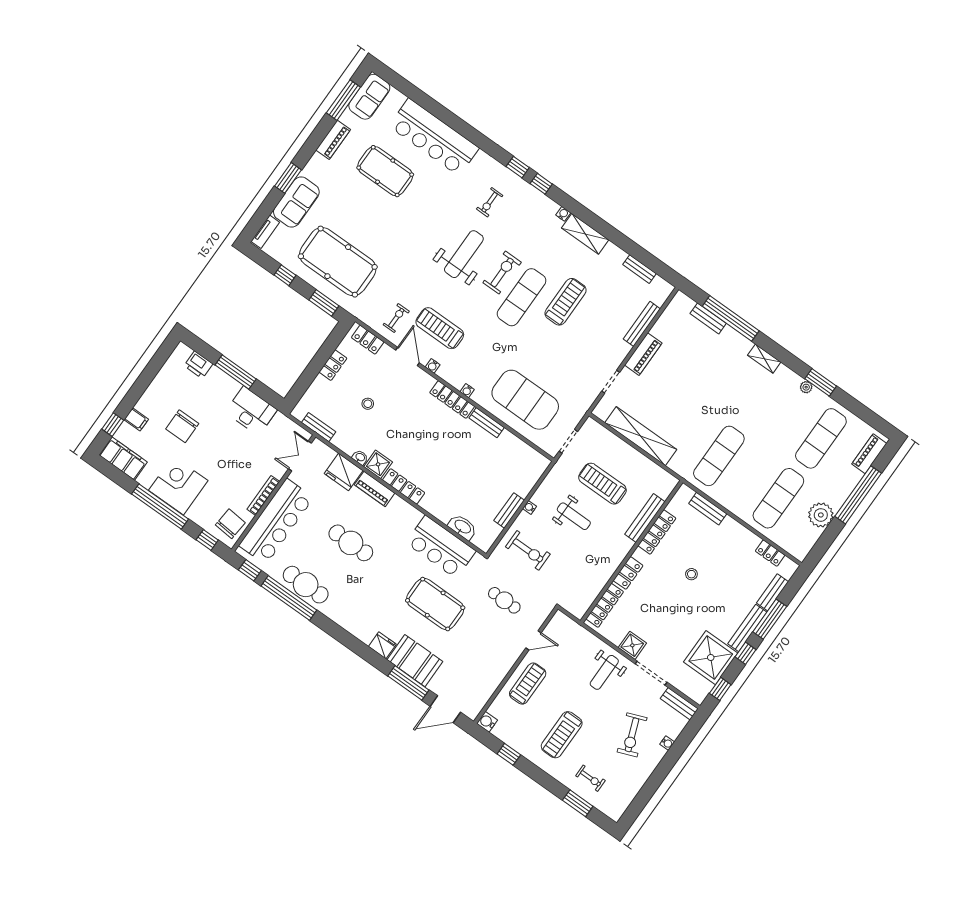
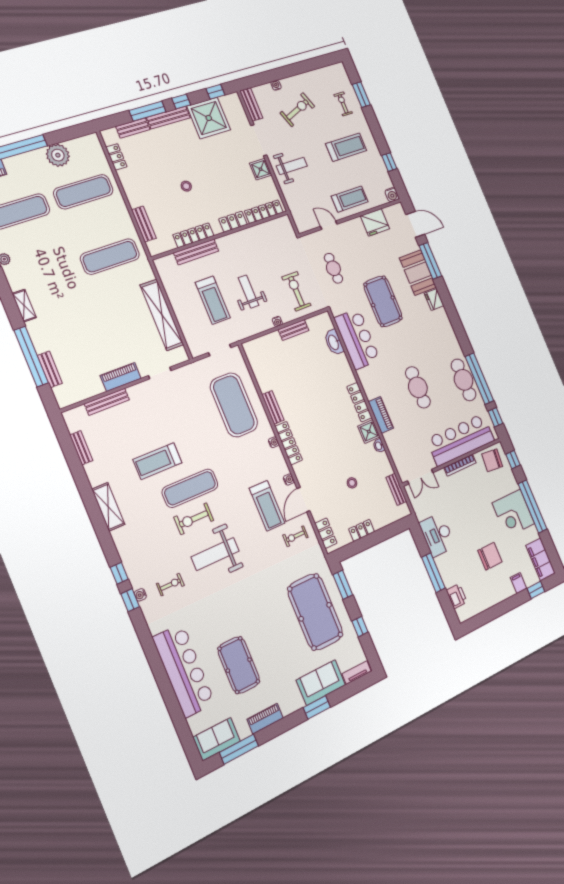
water cooler: (563, 214) -> (140, 595), moved
fridge: (344, 472) -> (375, 222), moved, turned 90
treadmill: (528, 684) -> (350, 199), turned 180

